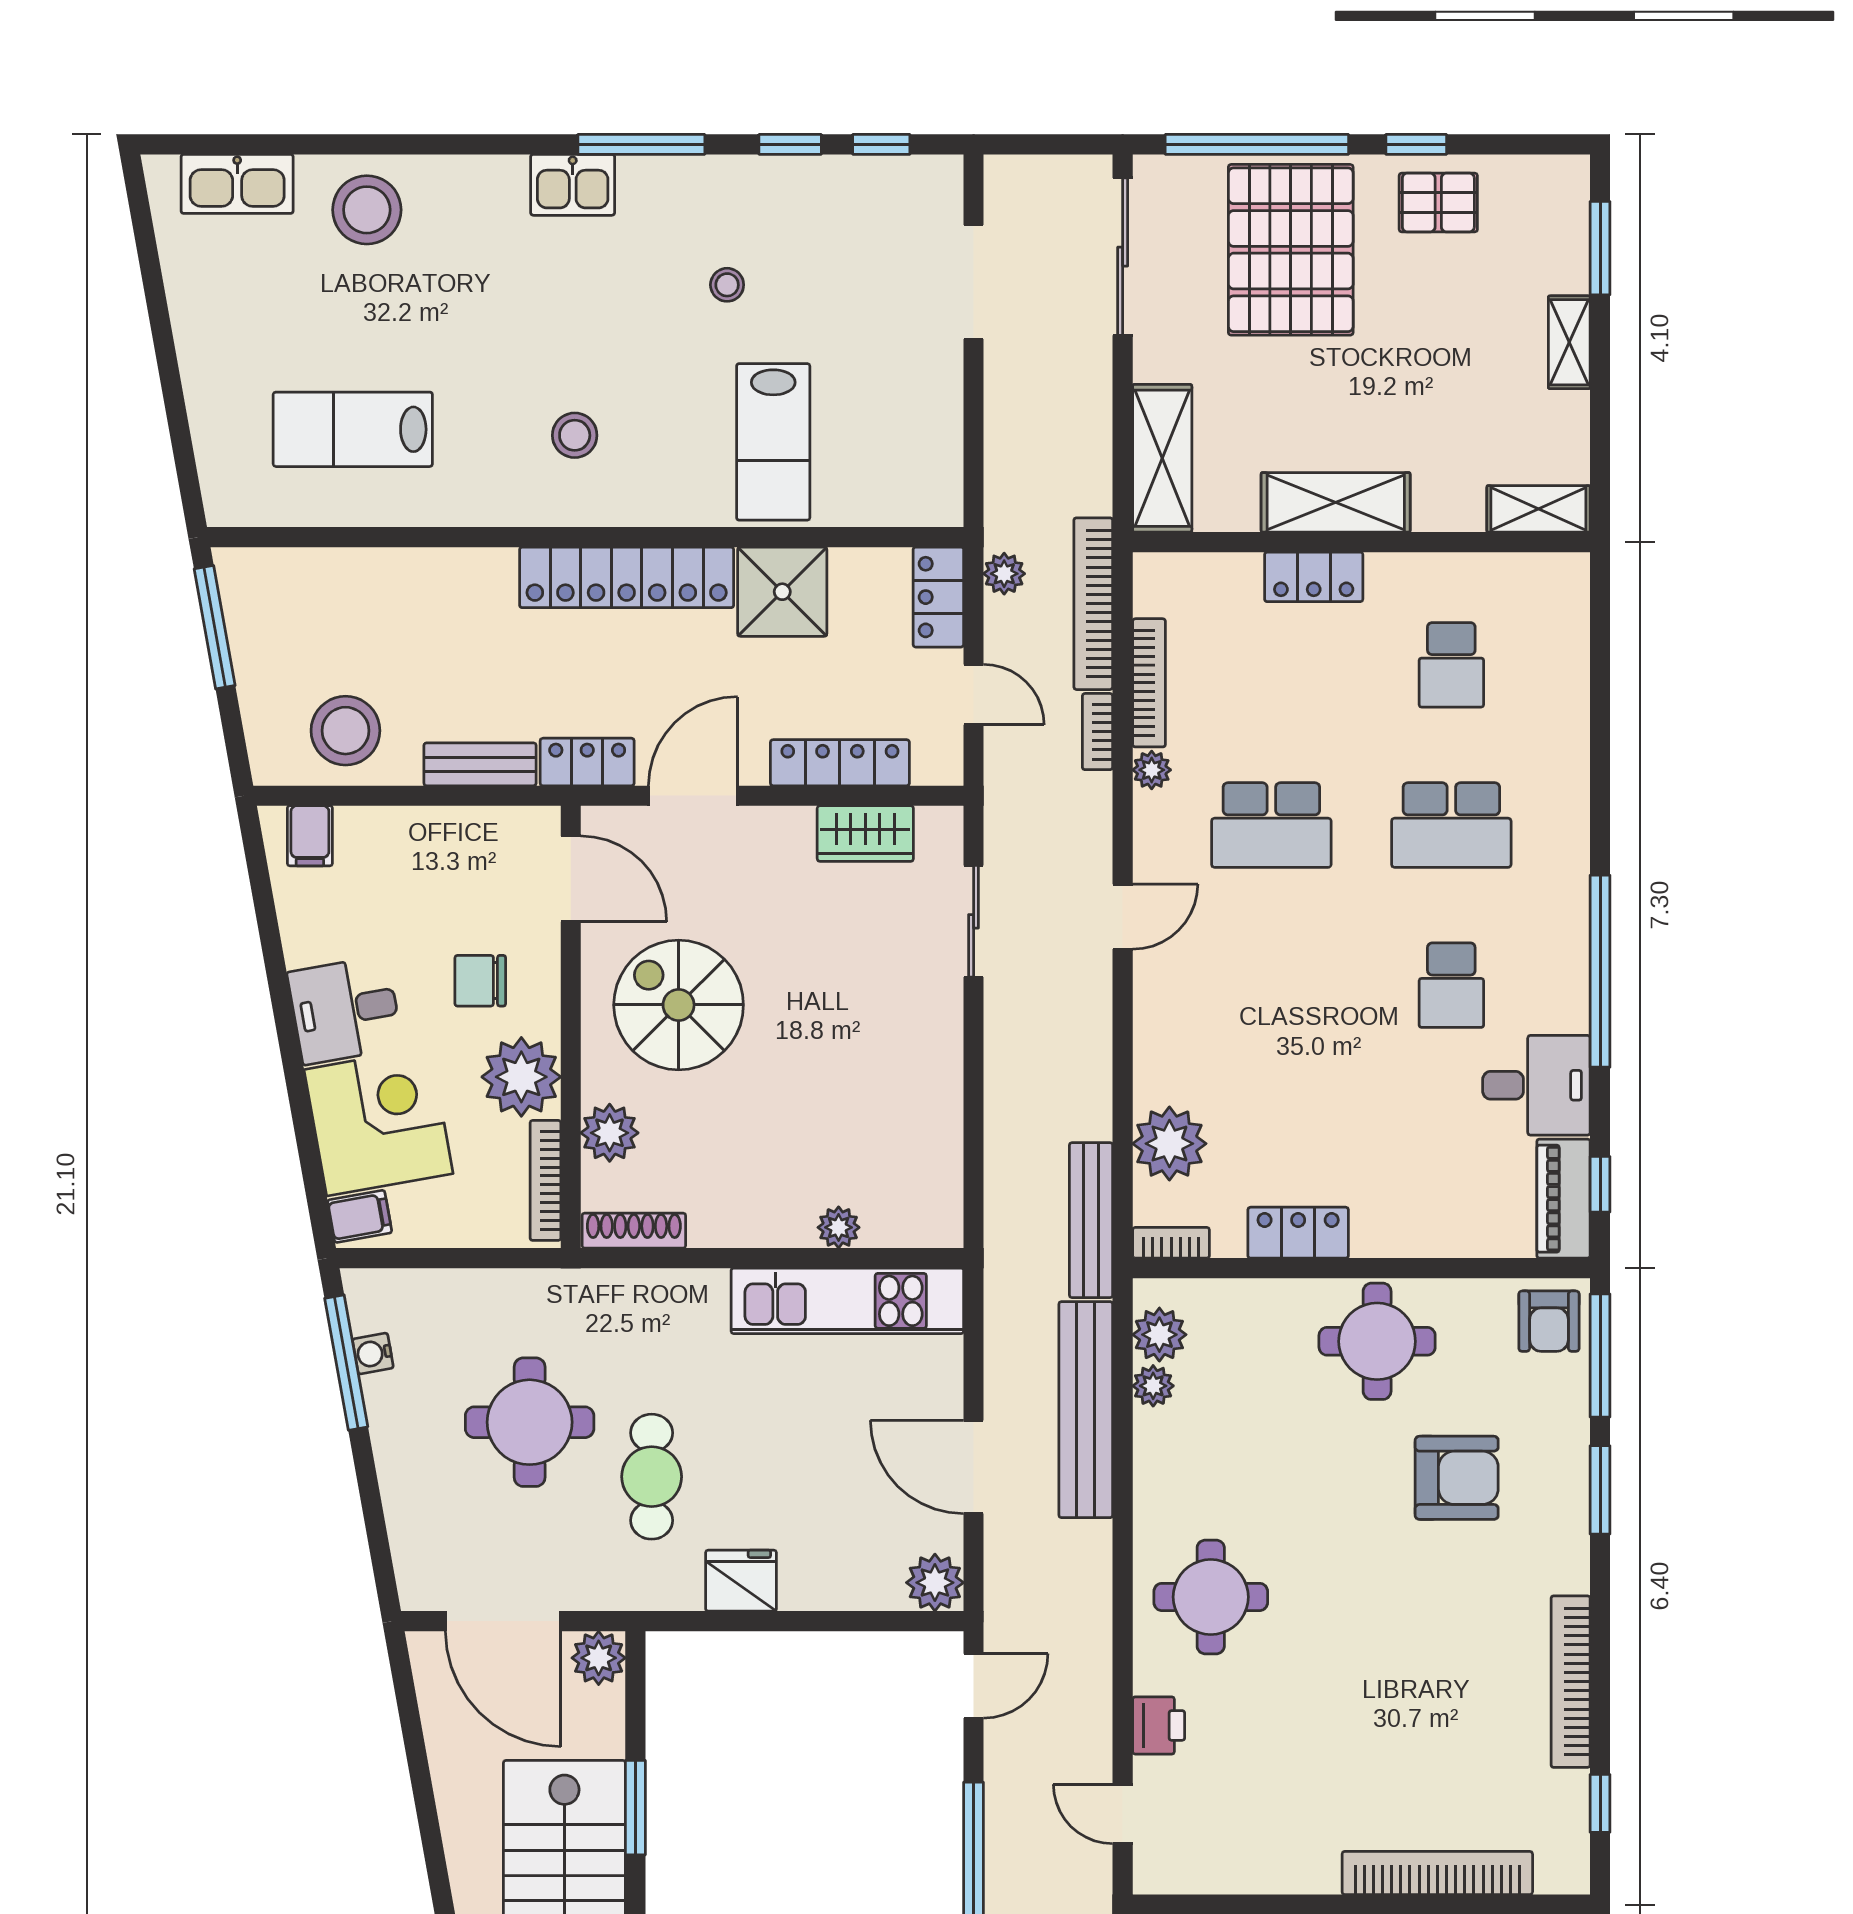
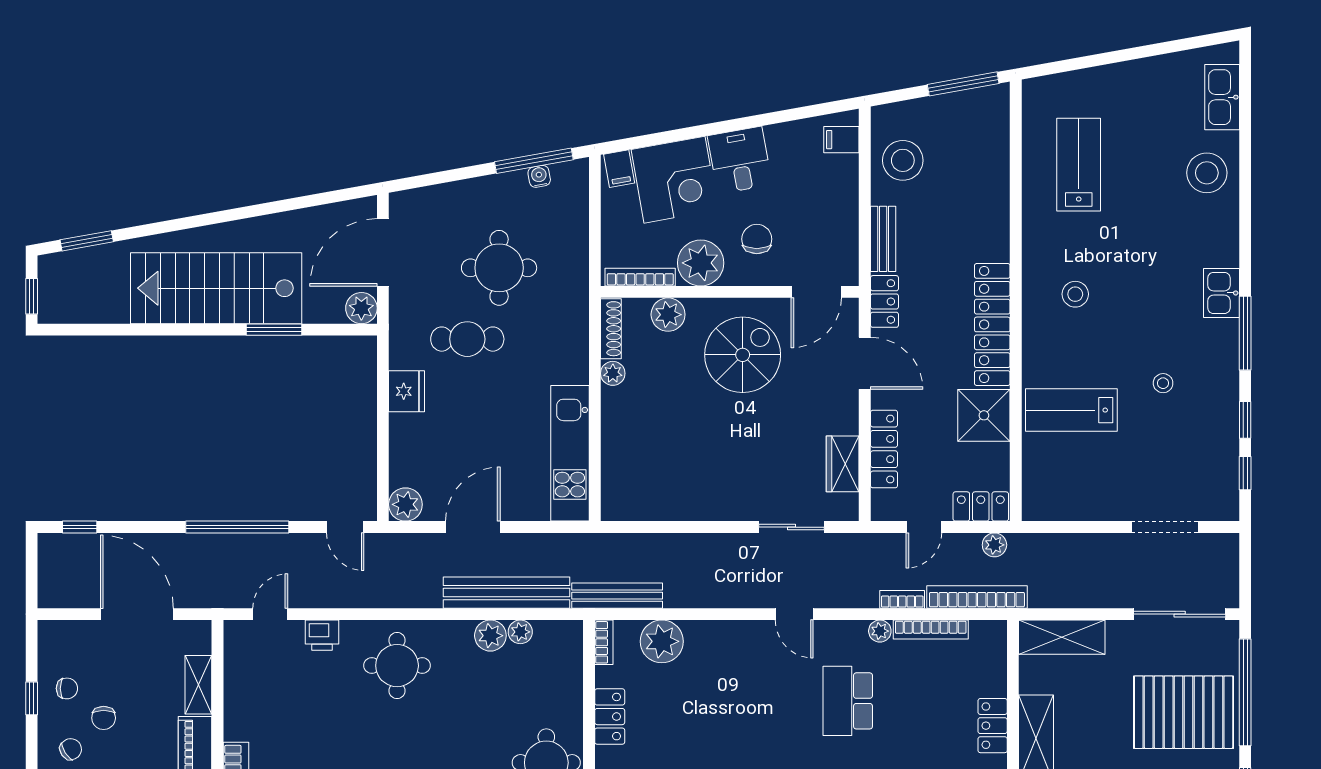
plant: (839, 1227) -> (613, 373), moved
plant: (1159, 1335) -> (490, 636), moved

